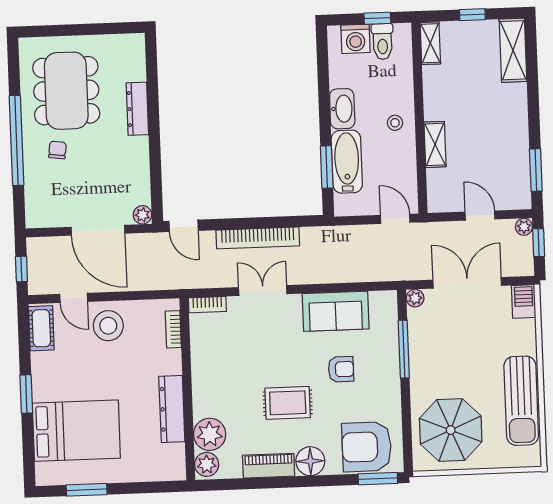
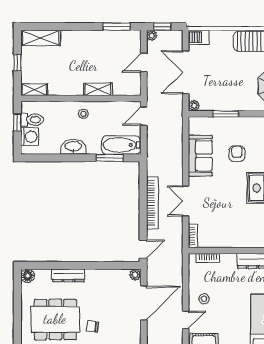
floor lamp: (134, 44) -> (28, 276), added
bathtub: (347, 162) -> (121, 145), moved
stool: (108, 326) -> (204, 299), width x0.53, depth x0.53
window: (404, 349) -> (226, 114), width x0.69

